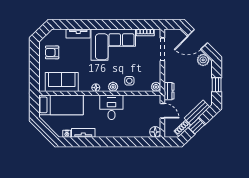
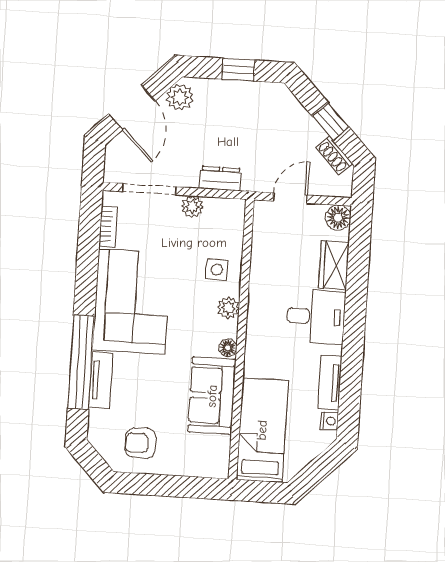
window: (86, 24) -> (81, 362), added
armchair: (52, 52) -> (141, 443), turned 90
sofa: (62, 82) -> (212, 396), moved
plant: (156, 87) -> (192, 207), moved
dresser: (169, 91) -> (221, 178), moved
desk: (111, 107) -> (316, 317), moved, turned 180
bench: (197, 113) -> (300, 119), removed
wardrobe: (134, 131) -> (334, 265), added

